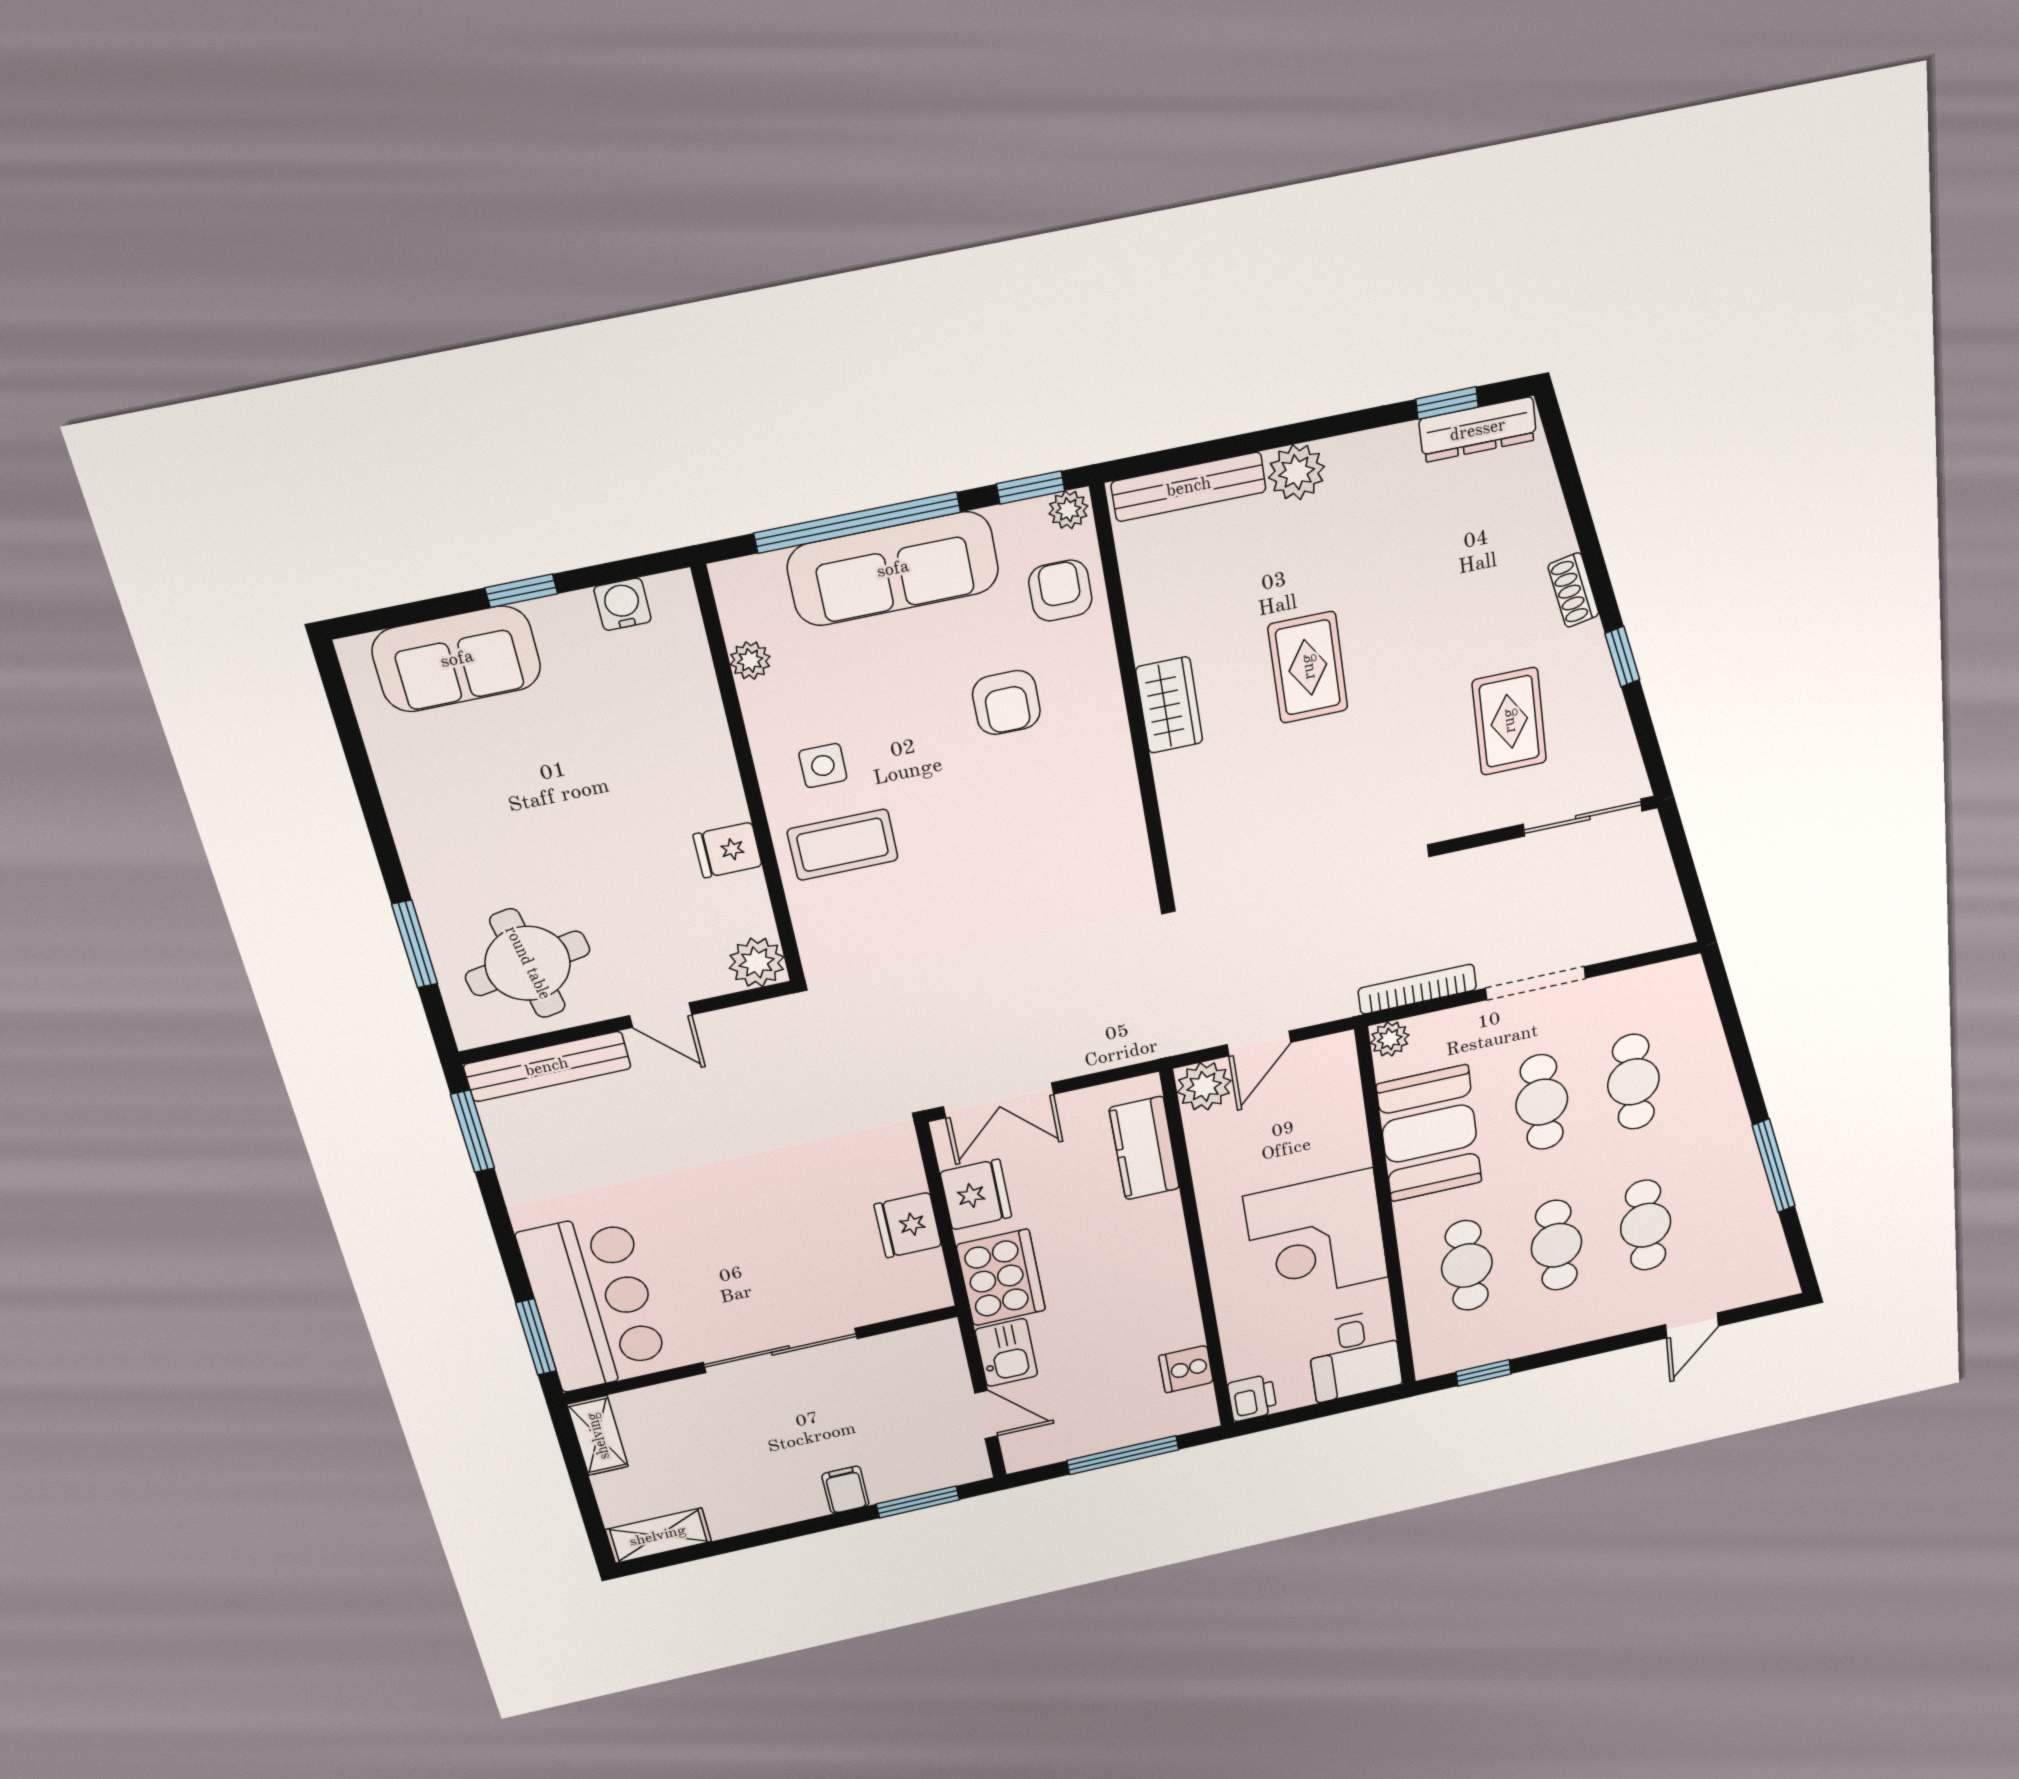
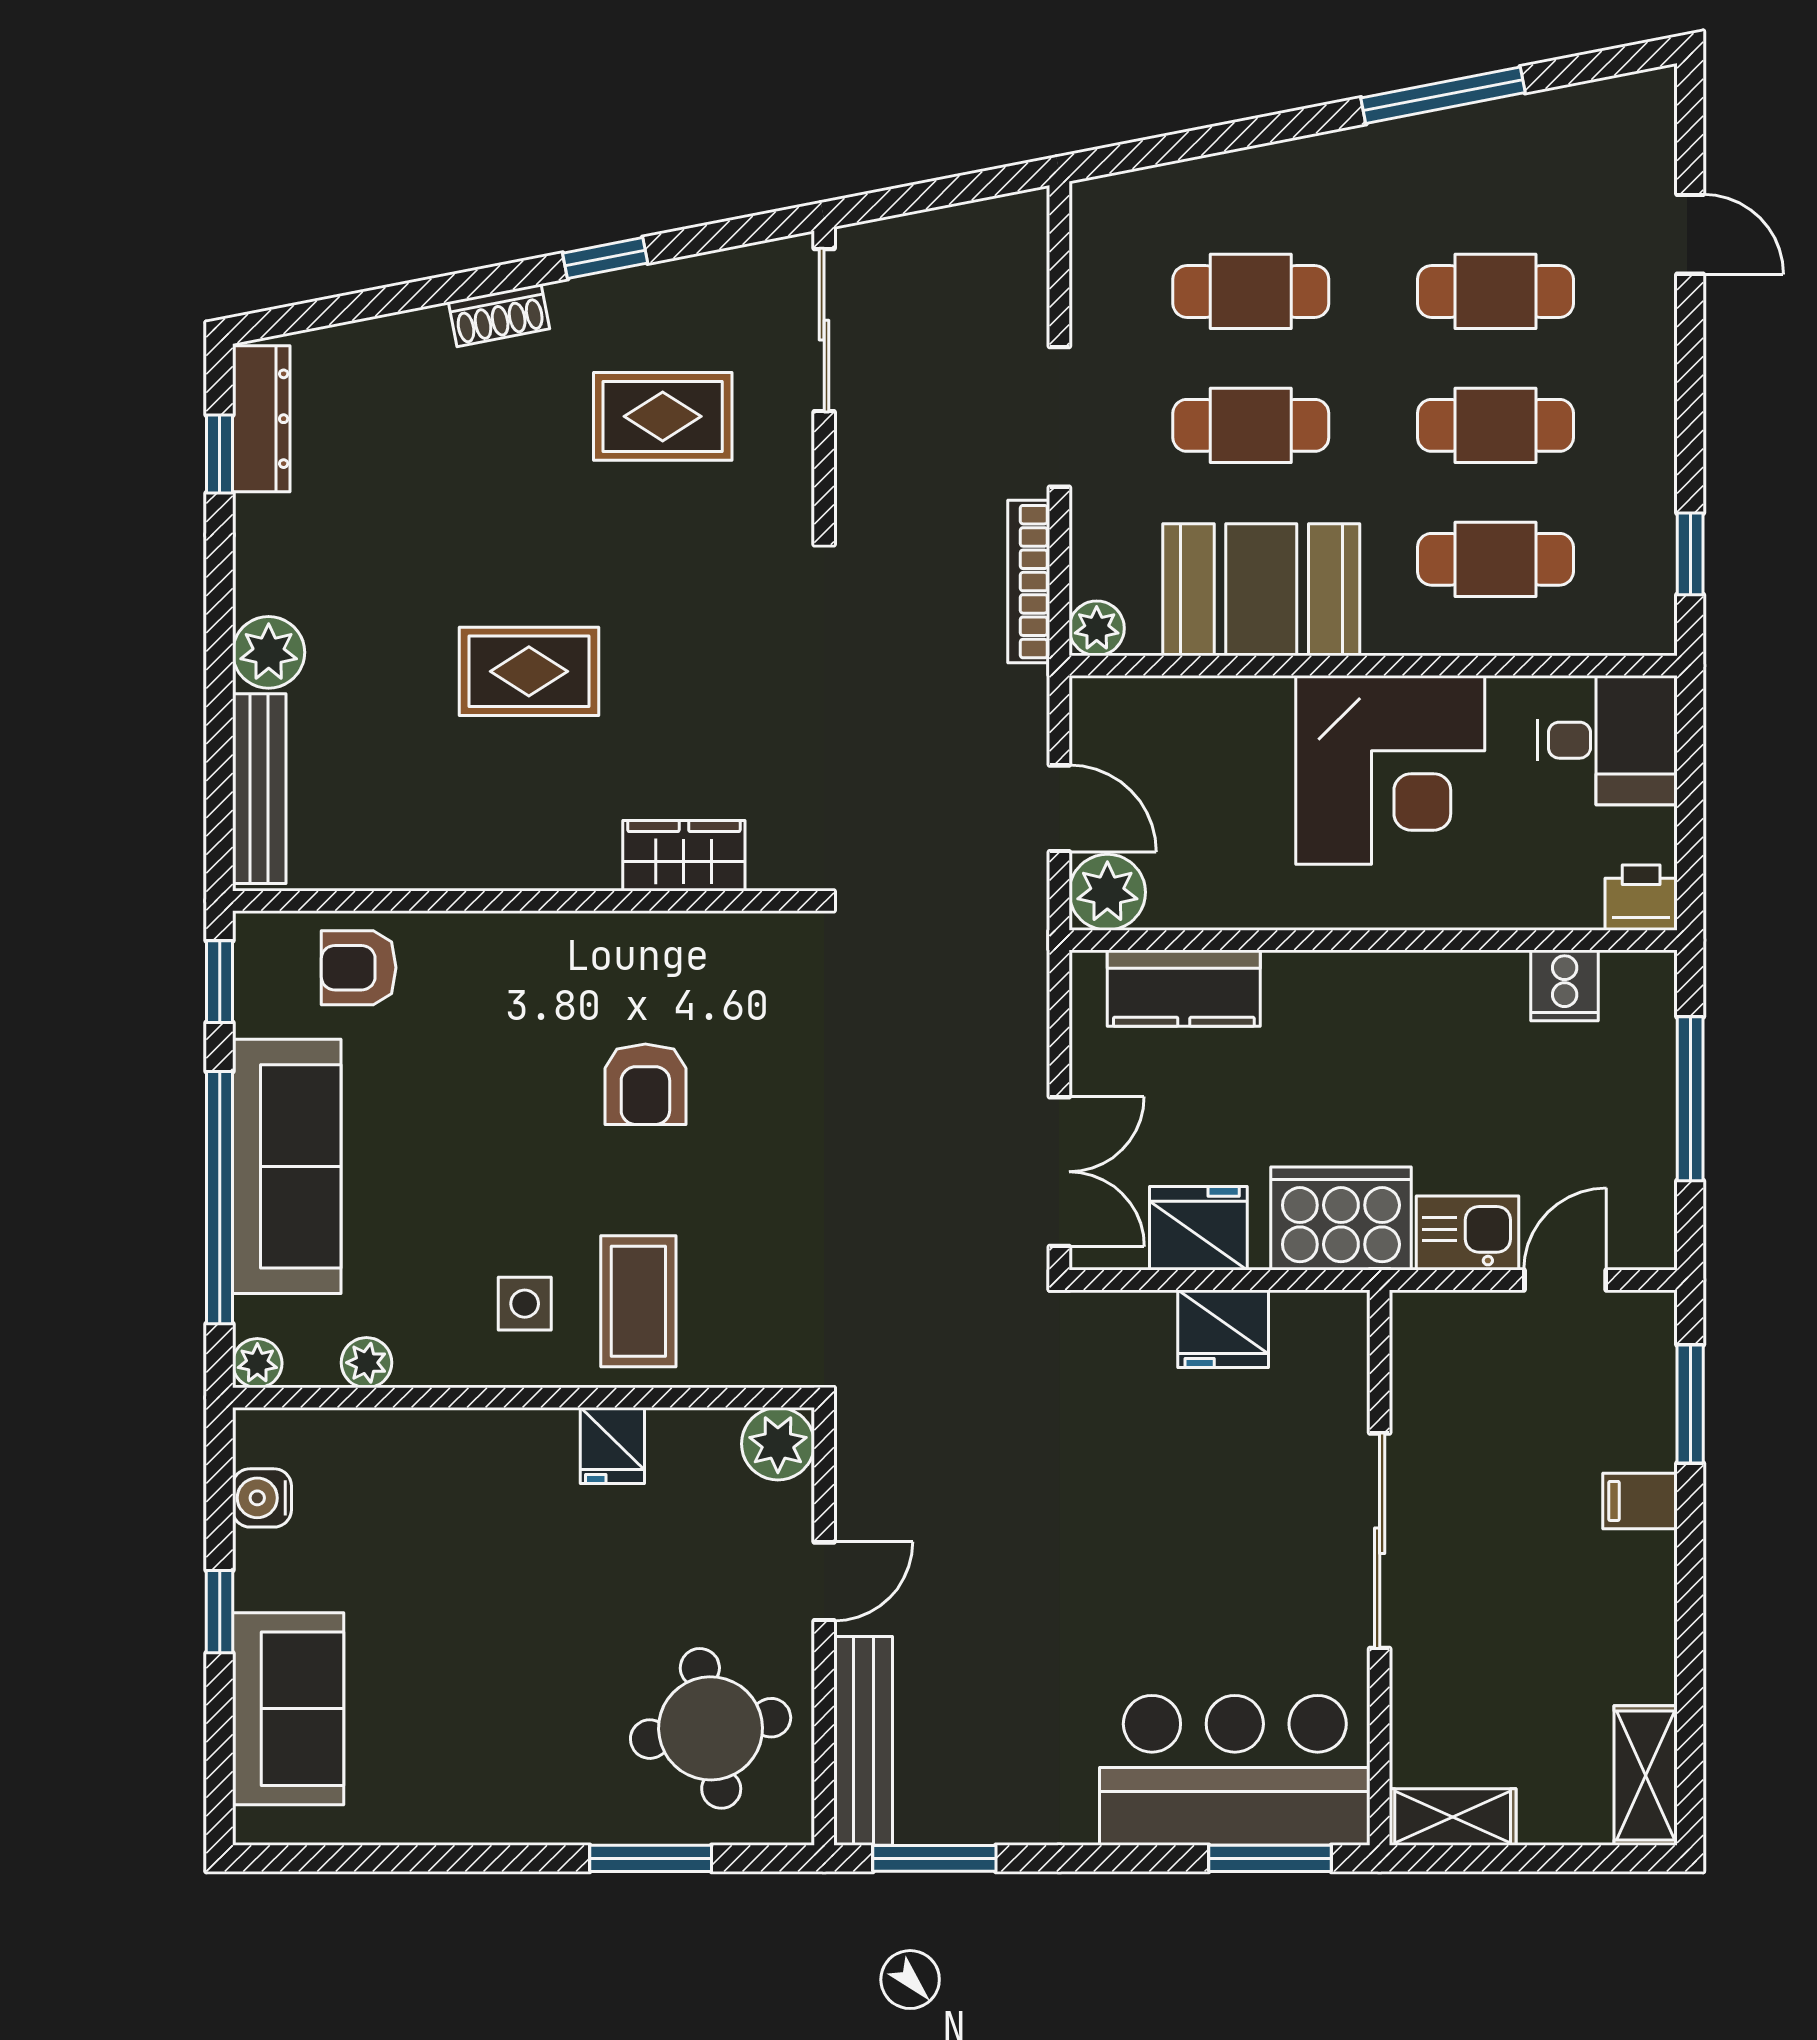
plant: (1068, 510) -> (257, 1363), moved
armchair: (1006, 703) -> (645, 1084), moved, turned 90
wardrobe: (1169, 705) -> (684, 856), moved

